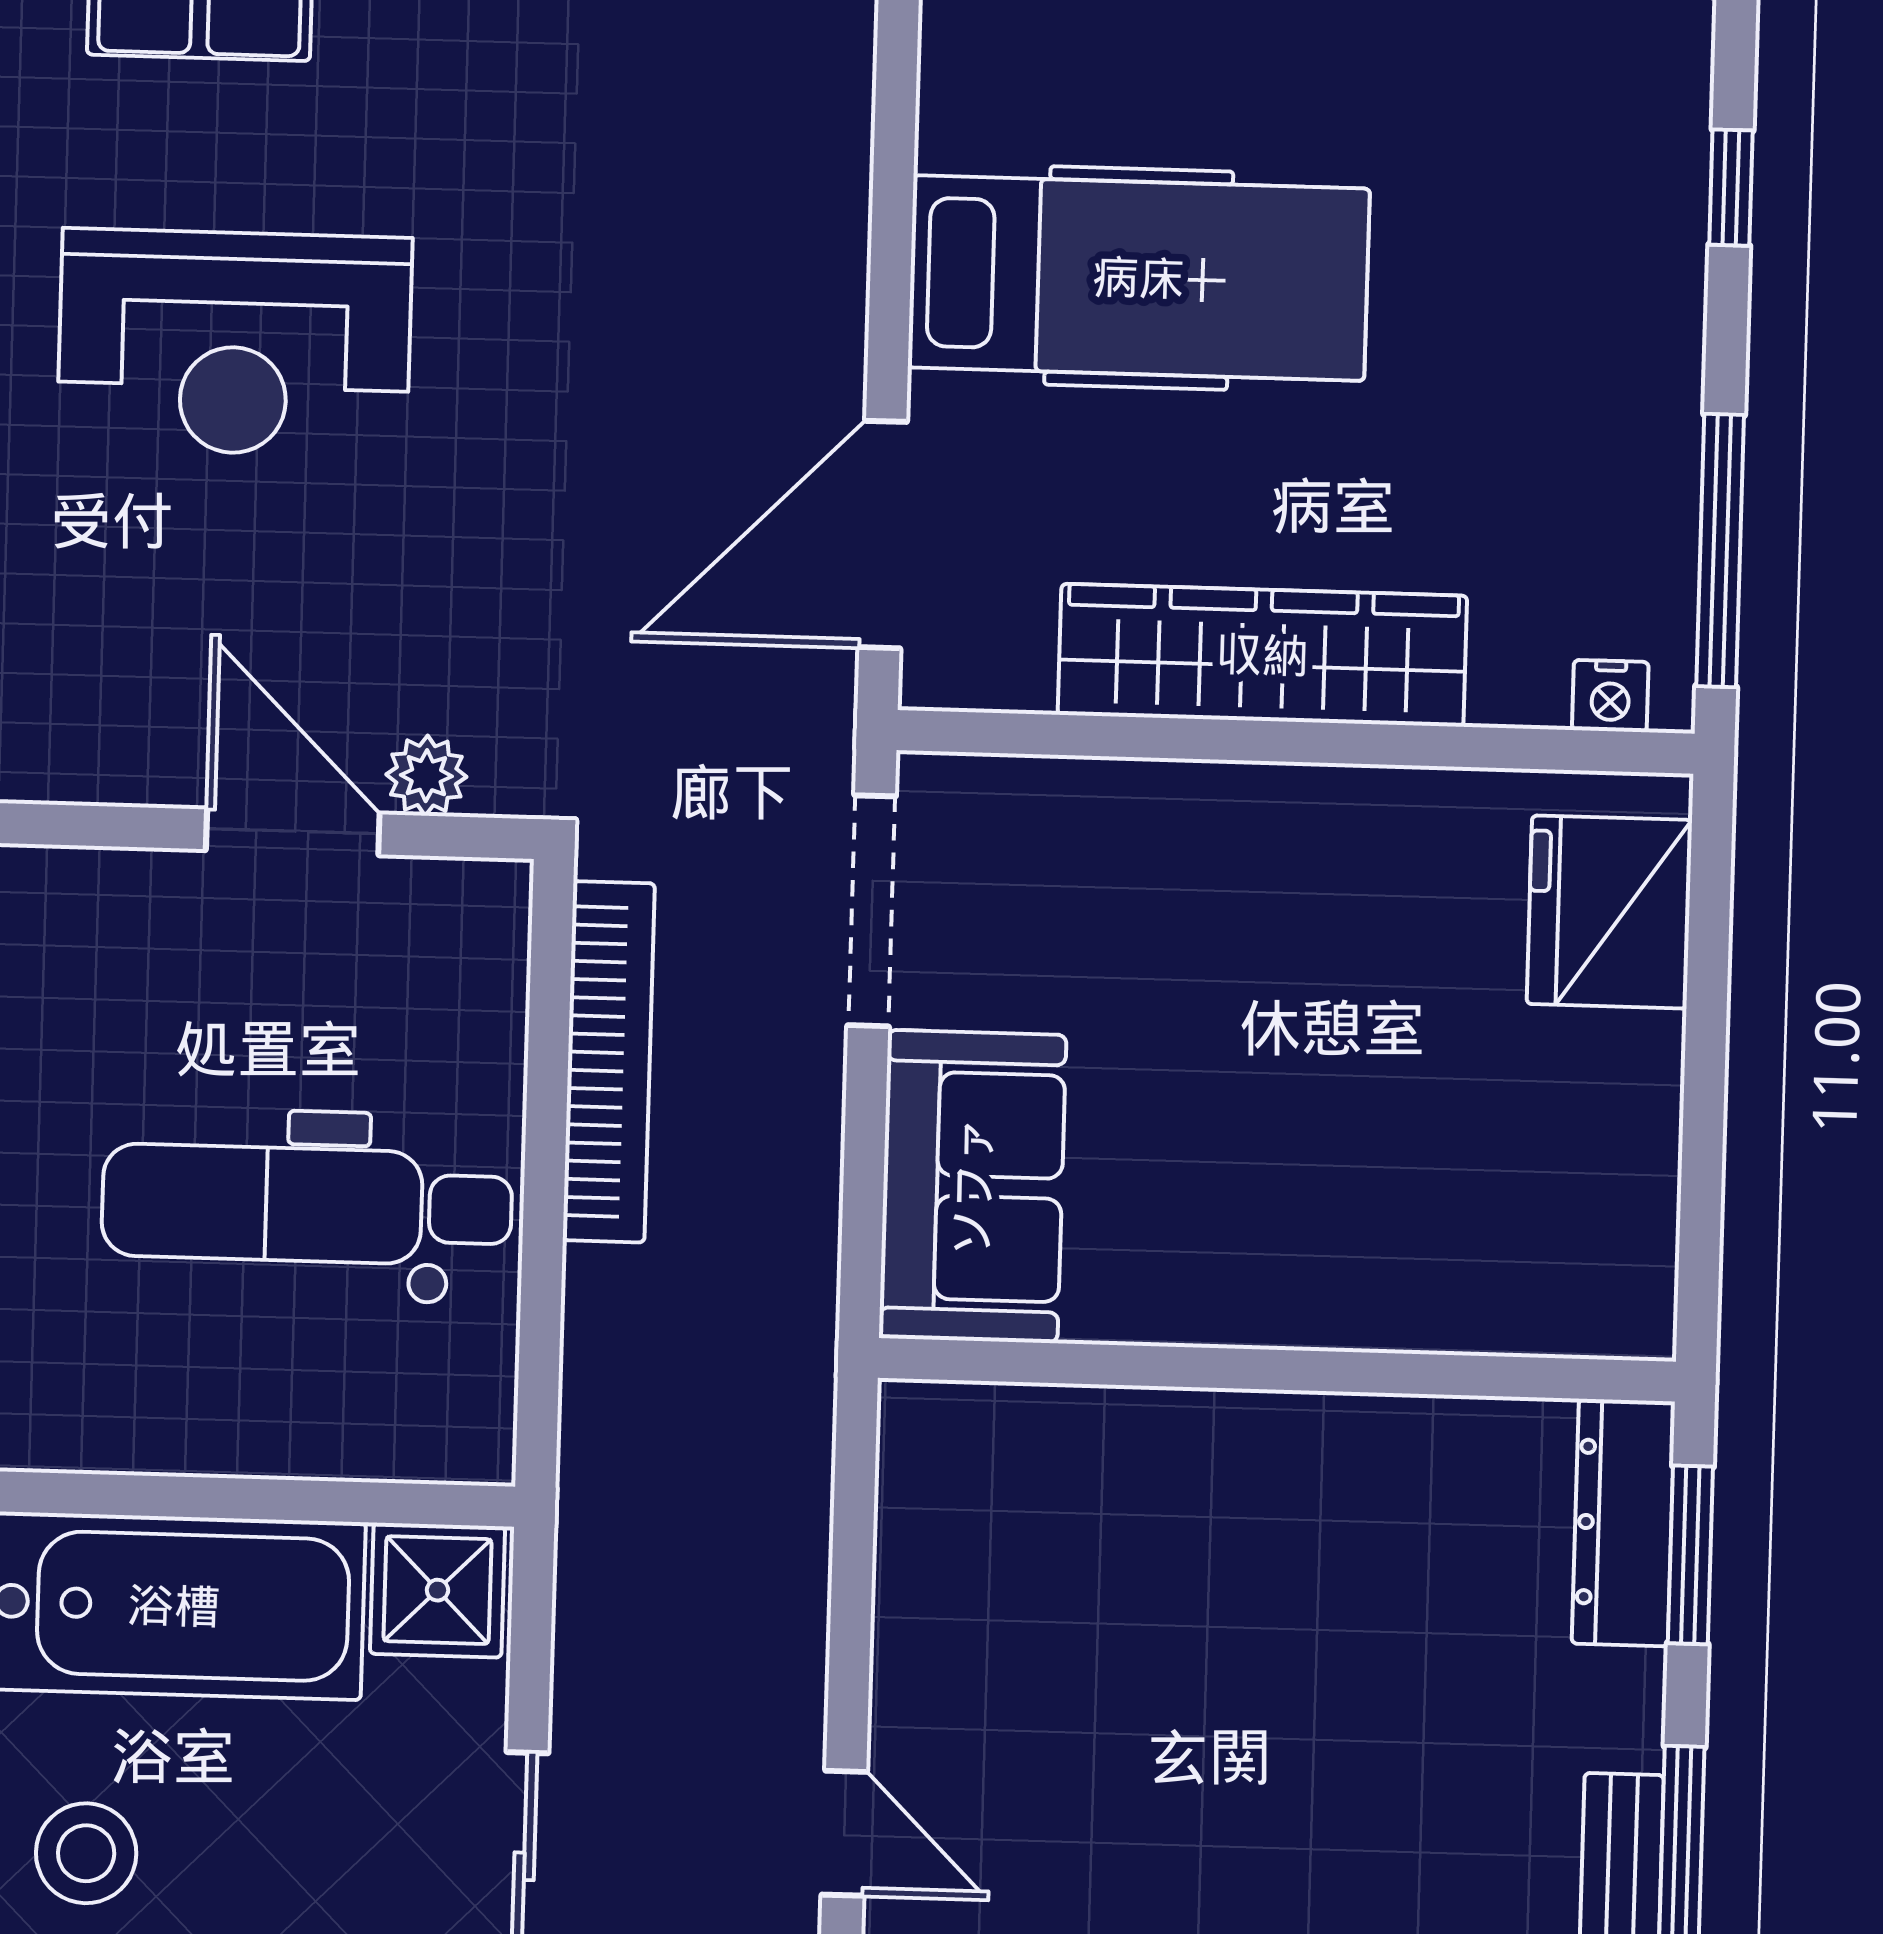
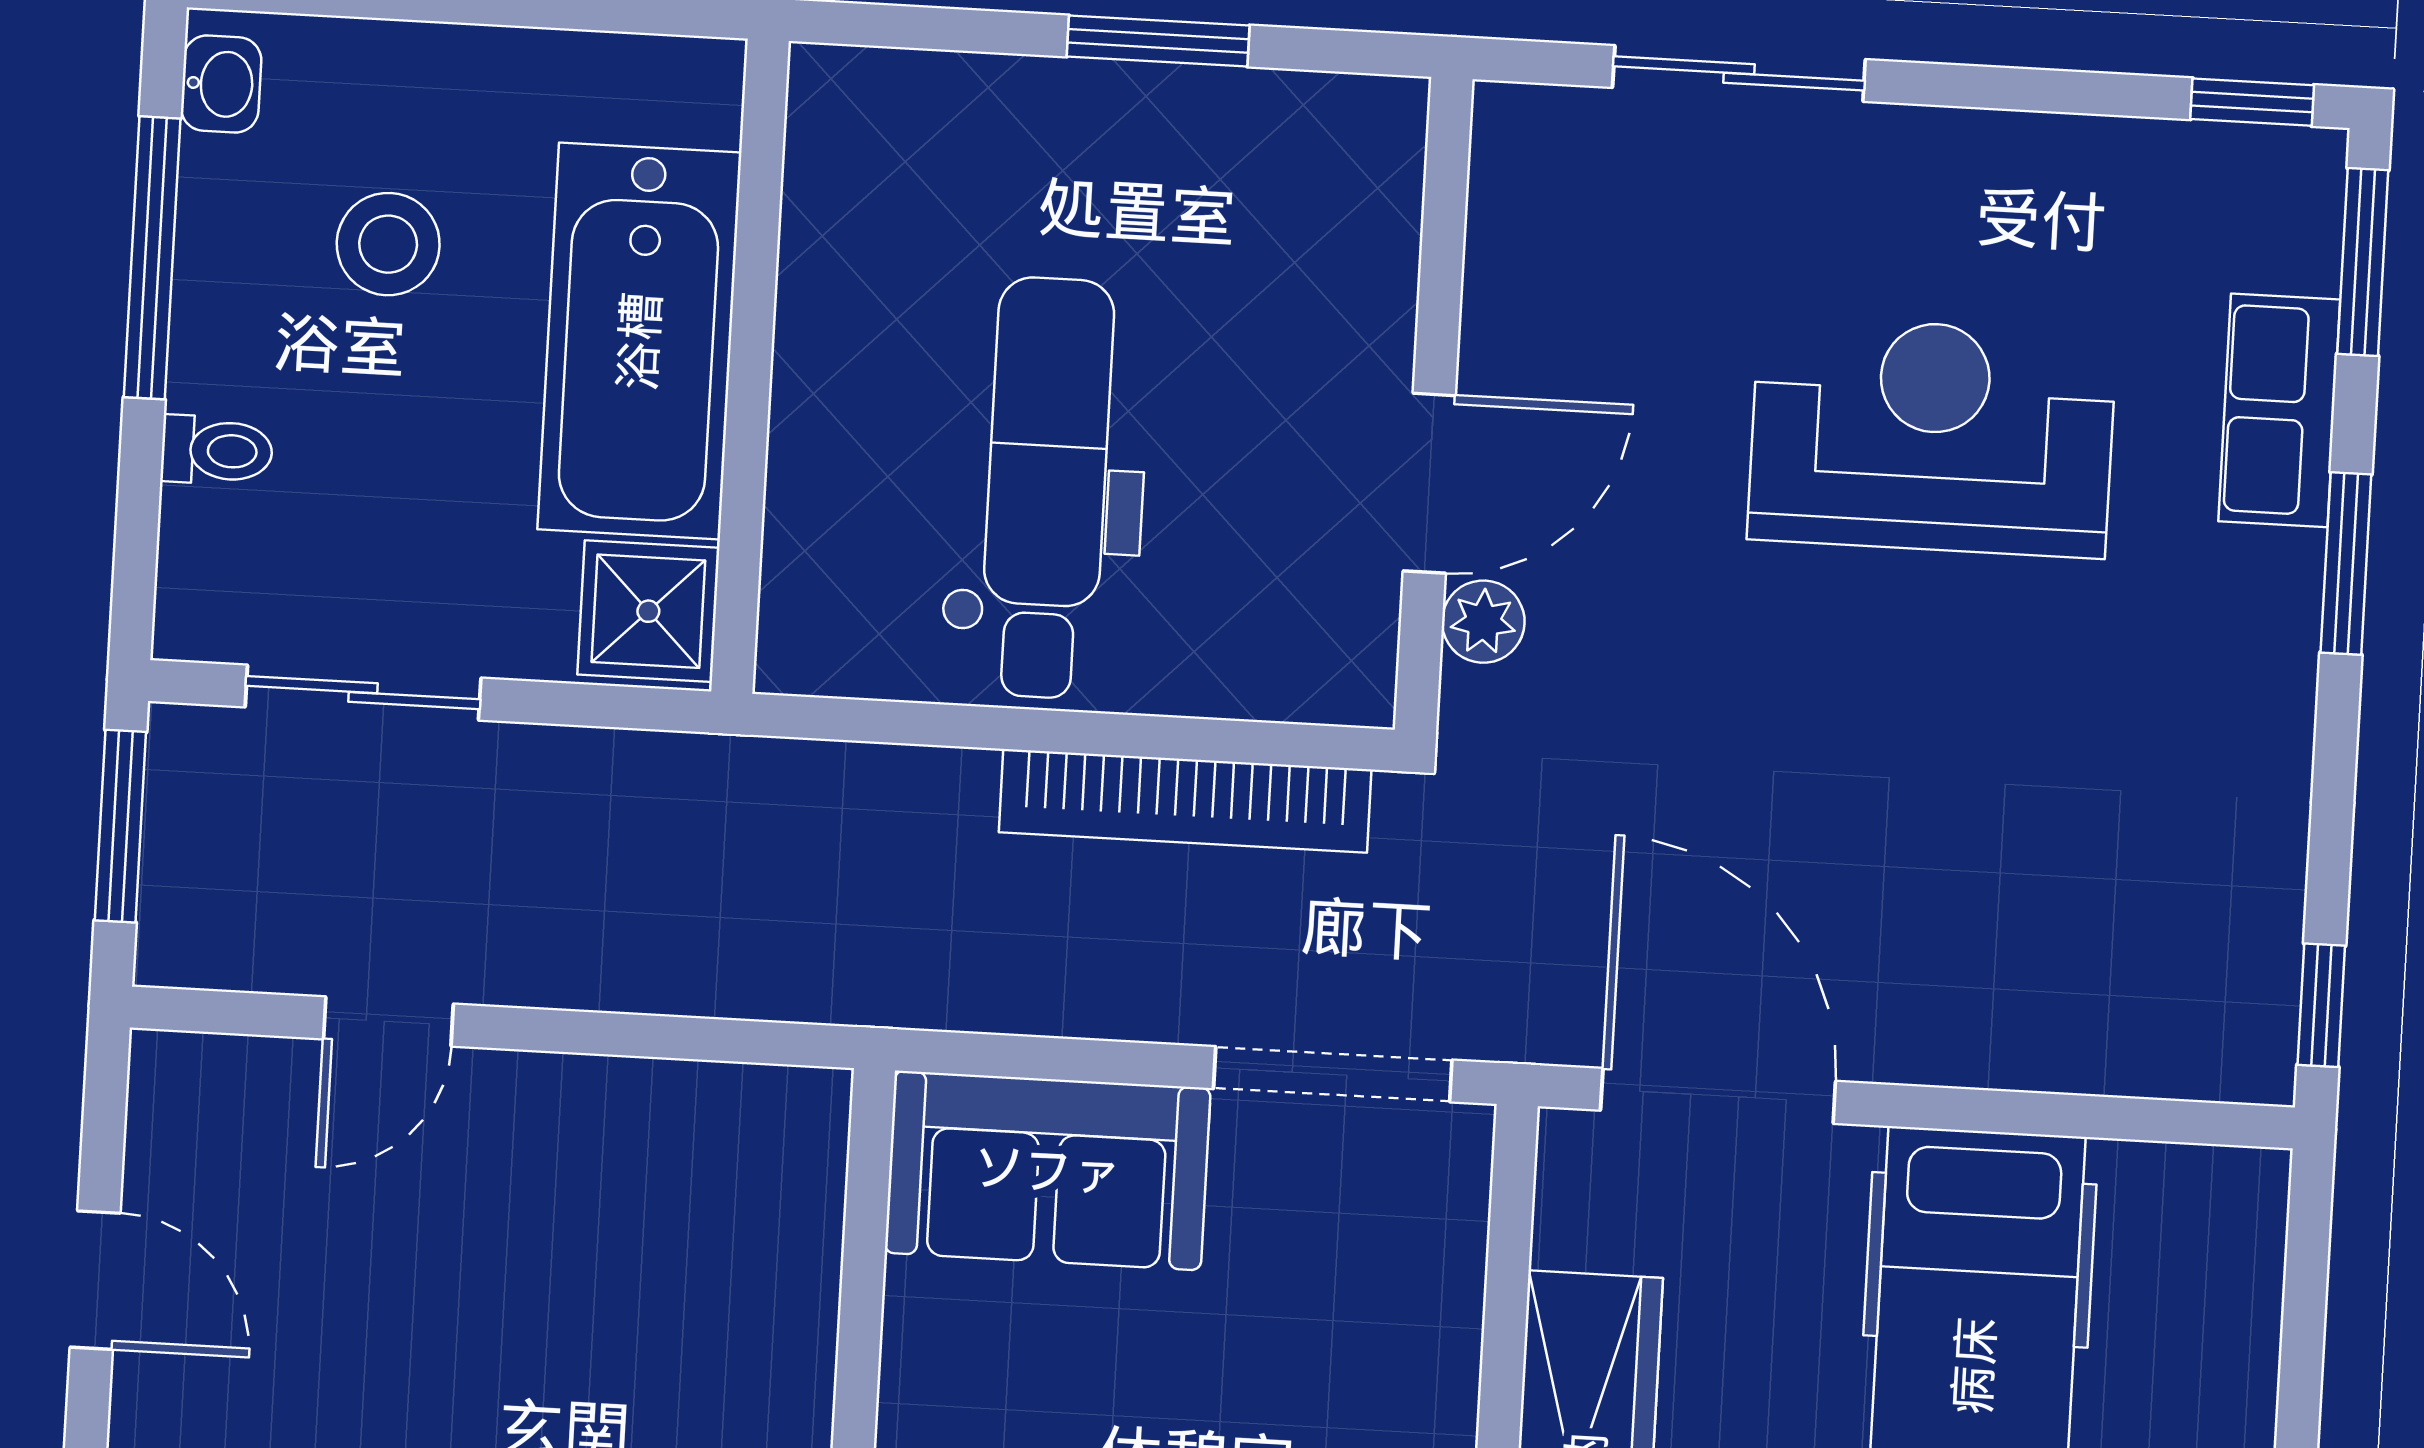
reception desk: (235, 343) -> (1932, 437), turned 90

